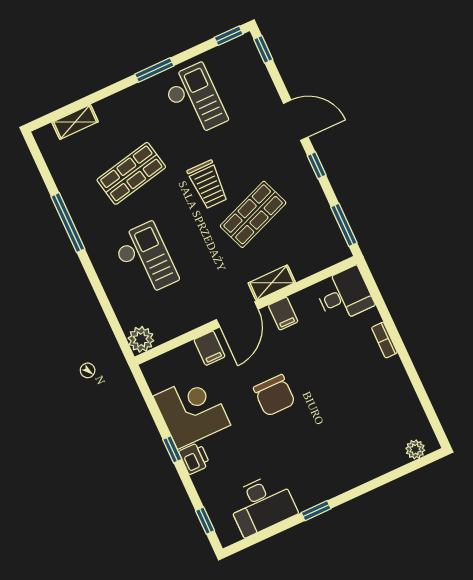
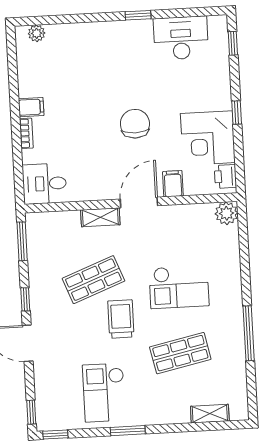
checkout: (146, 259) -> (179, 287), moved, turned -90
filing cabinet: (283, 314) -> (31, 107), moved, turned 90
printer: (194, 458) -> (225, 176), moved

